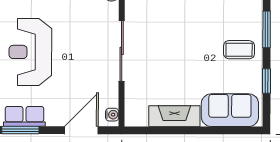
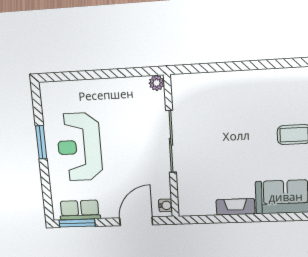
fireplace: (174, 116) -> (235, 207), width x0.73, depth x0.76

